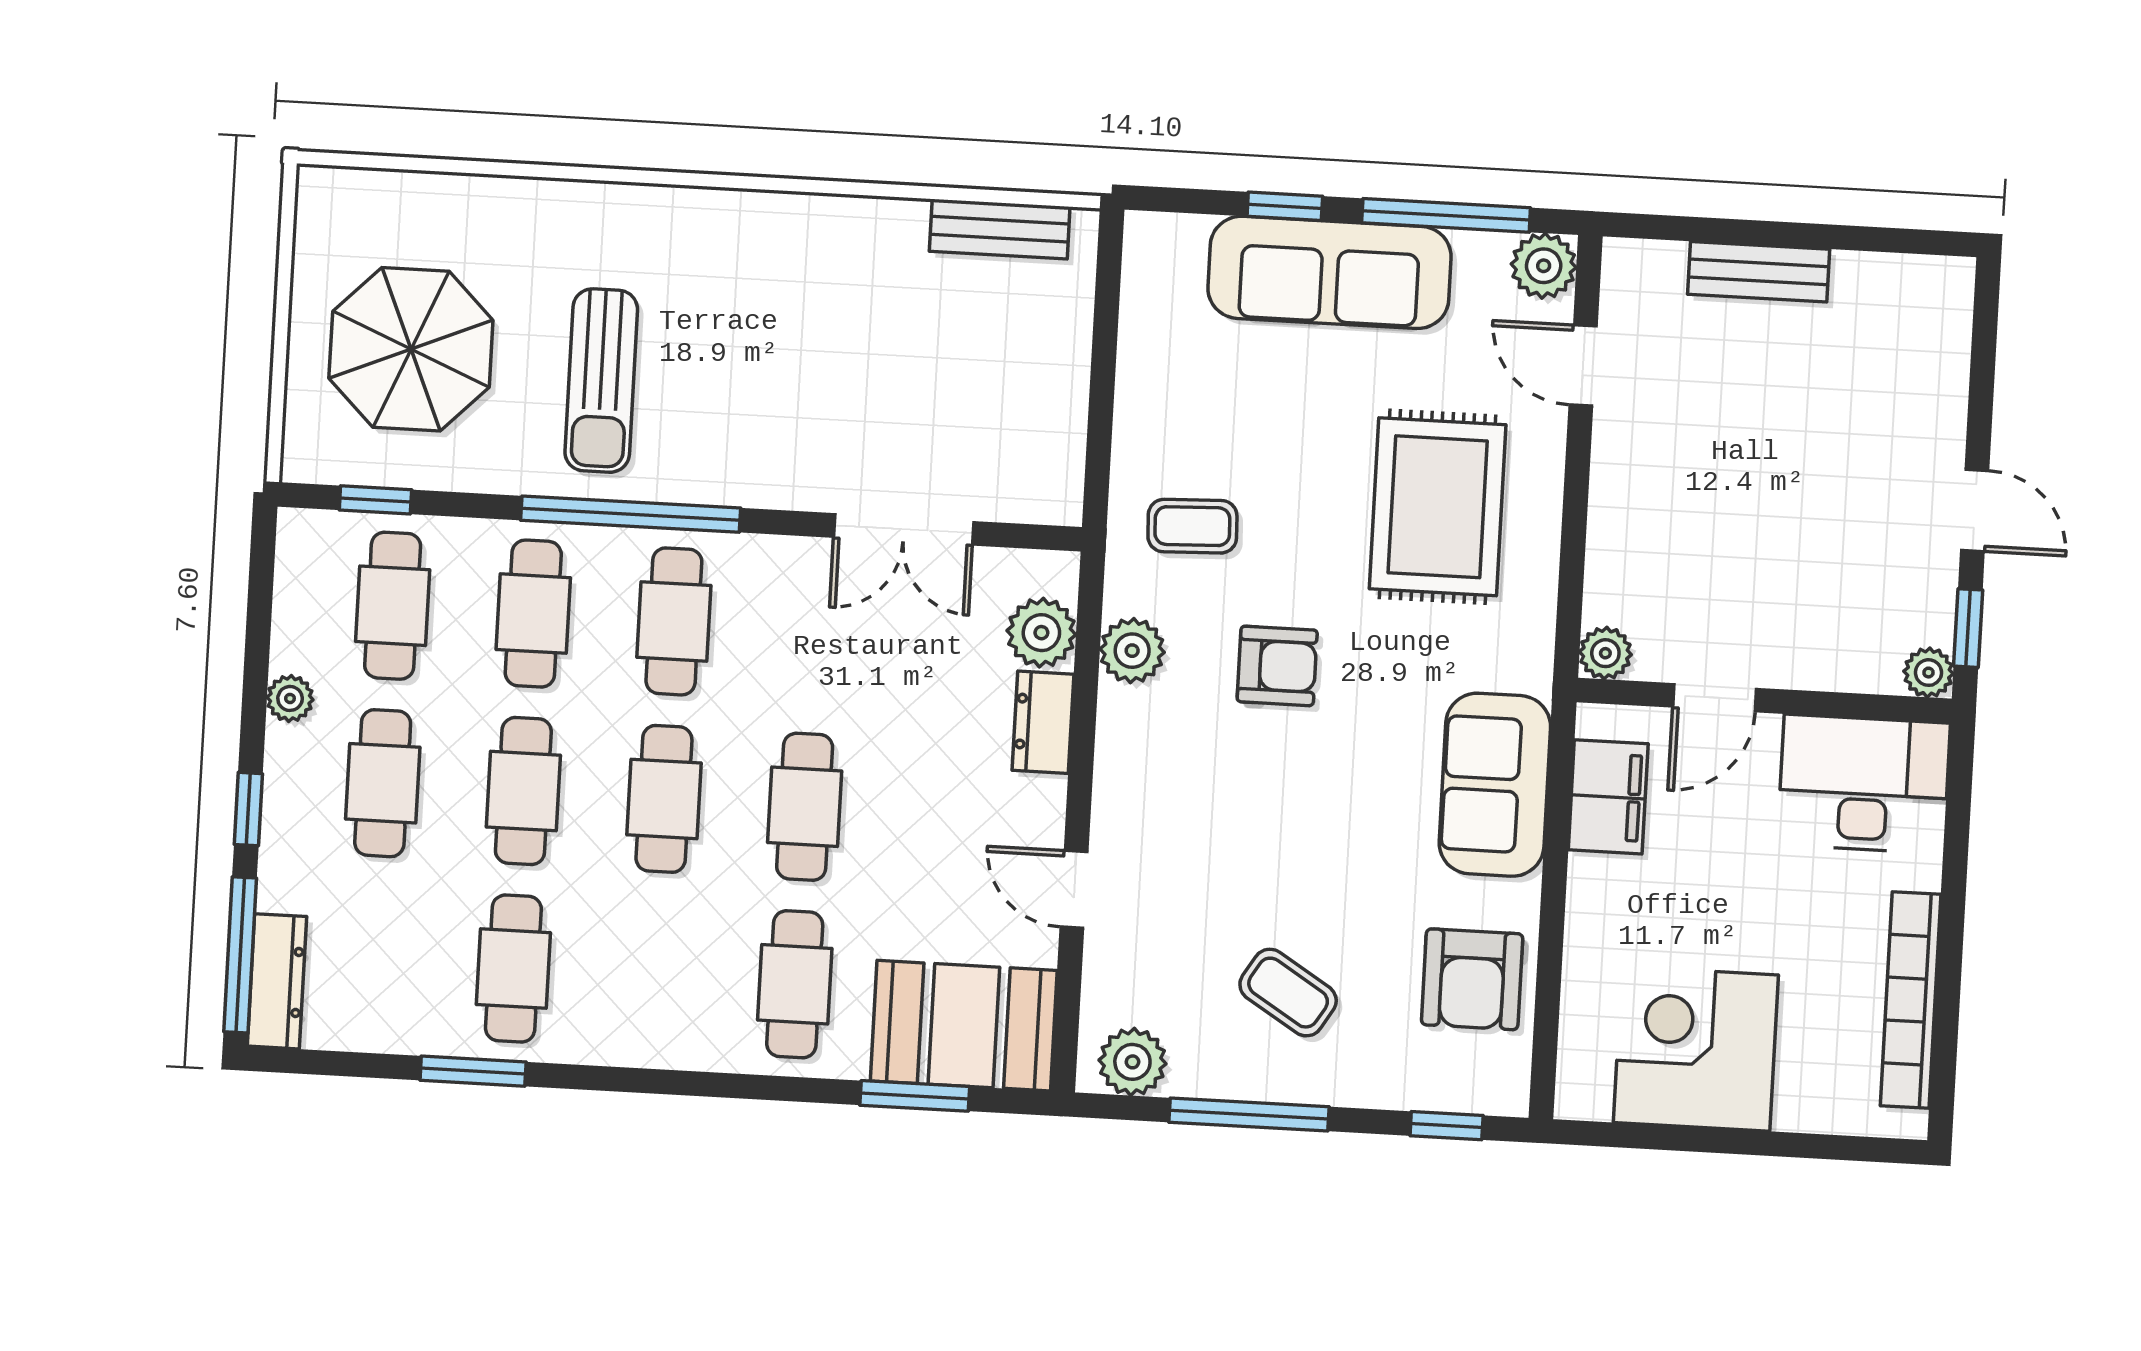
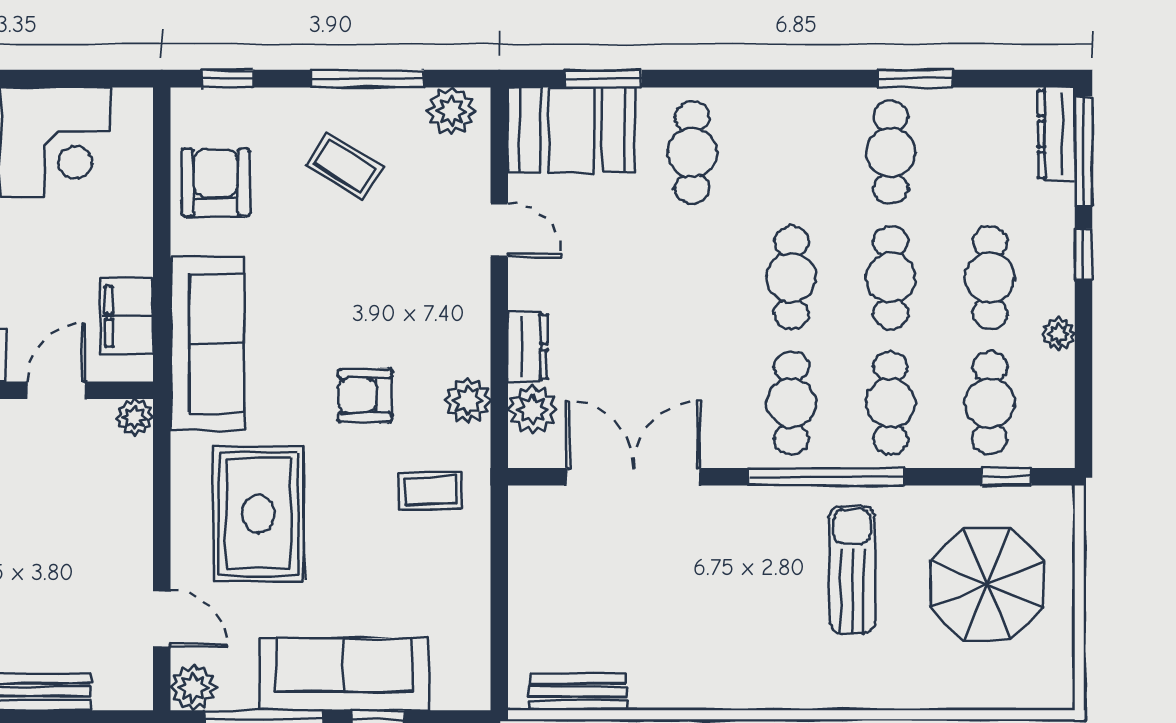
double door: (904, 529) -> (633, 477), width x1.37
sofa: (1495, 785) -> (207, 343), width x1.36
cafe table: (805, 807) -> (692, 278), removed

